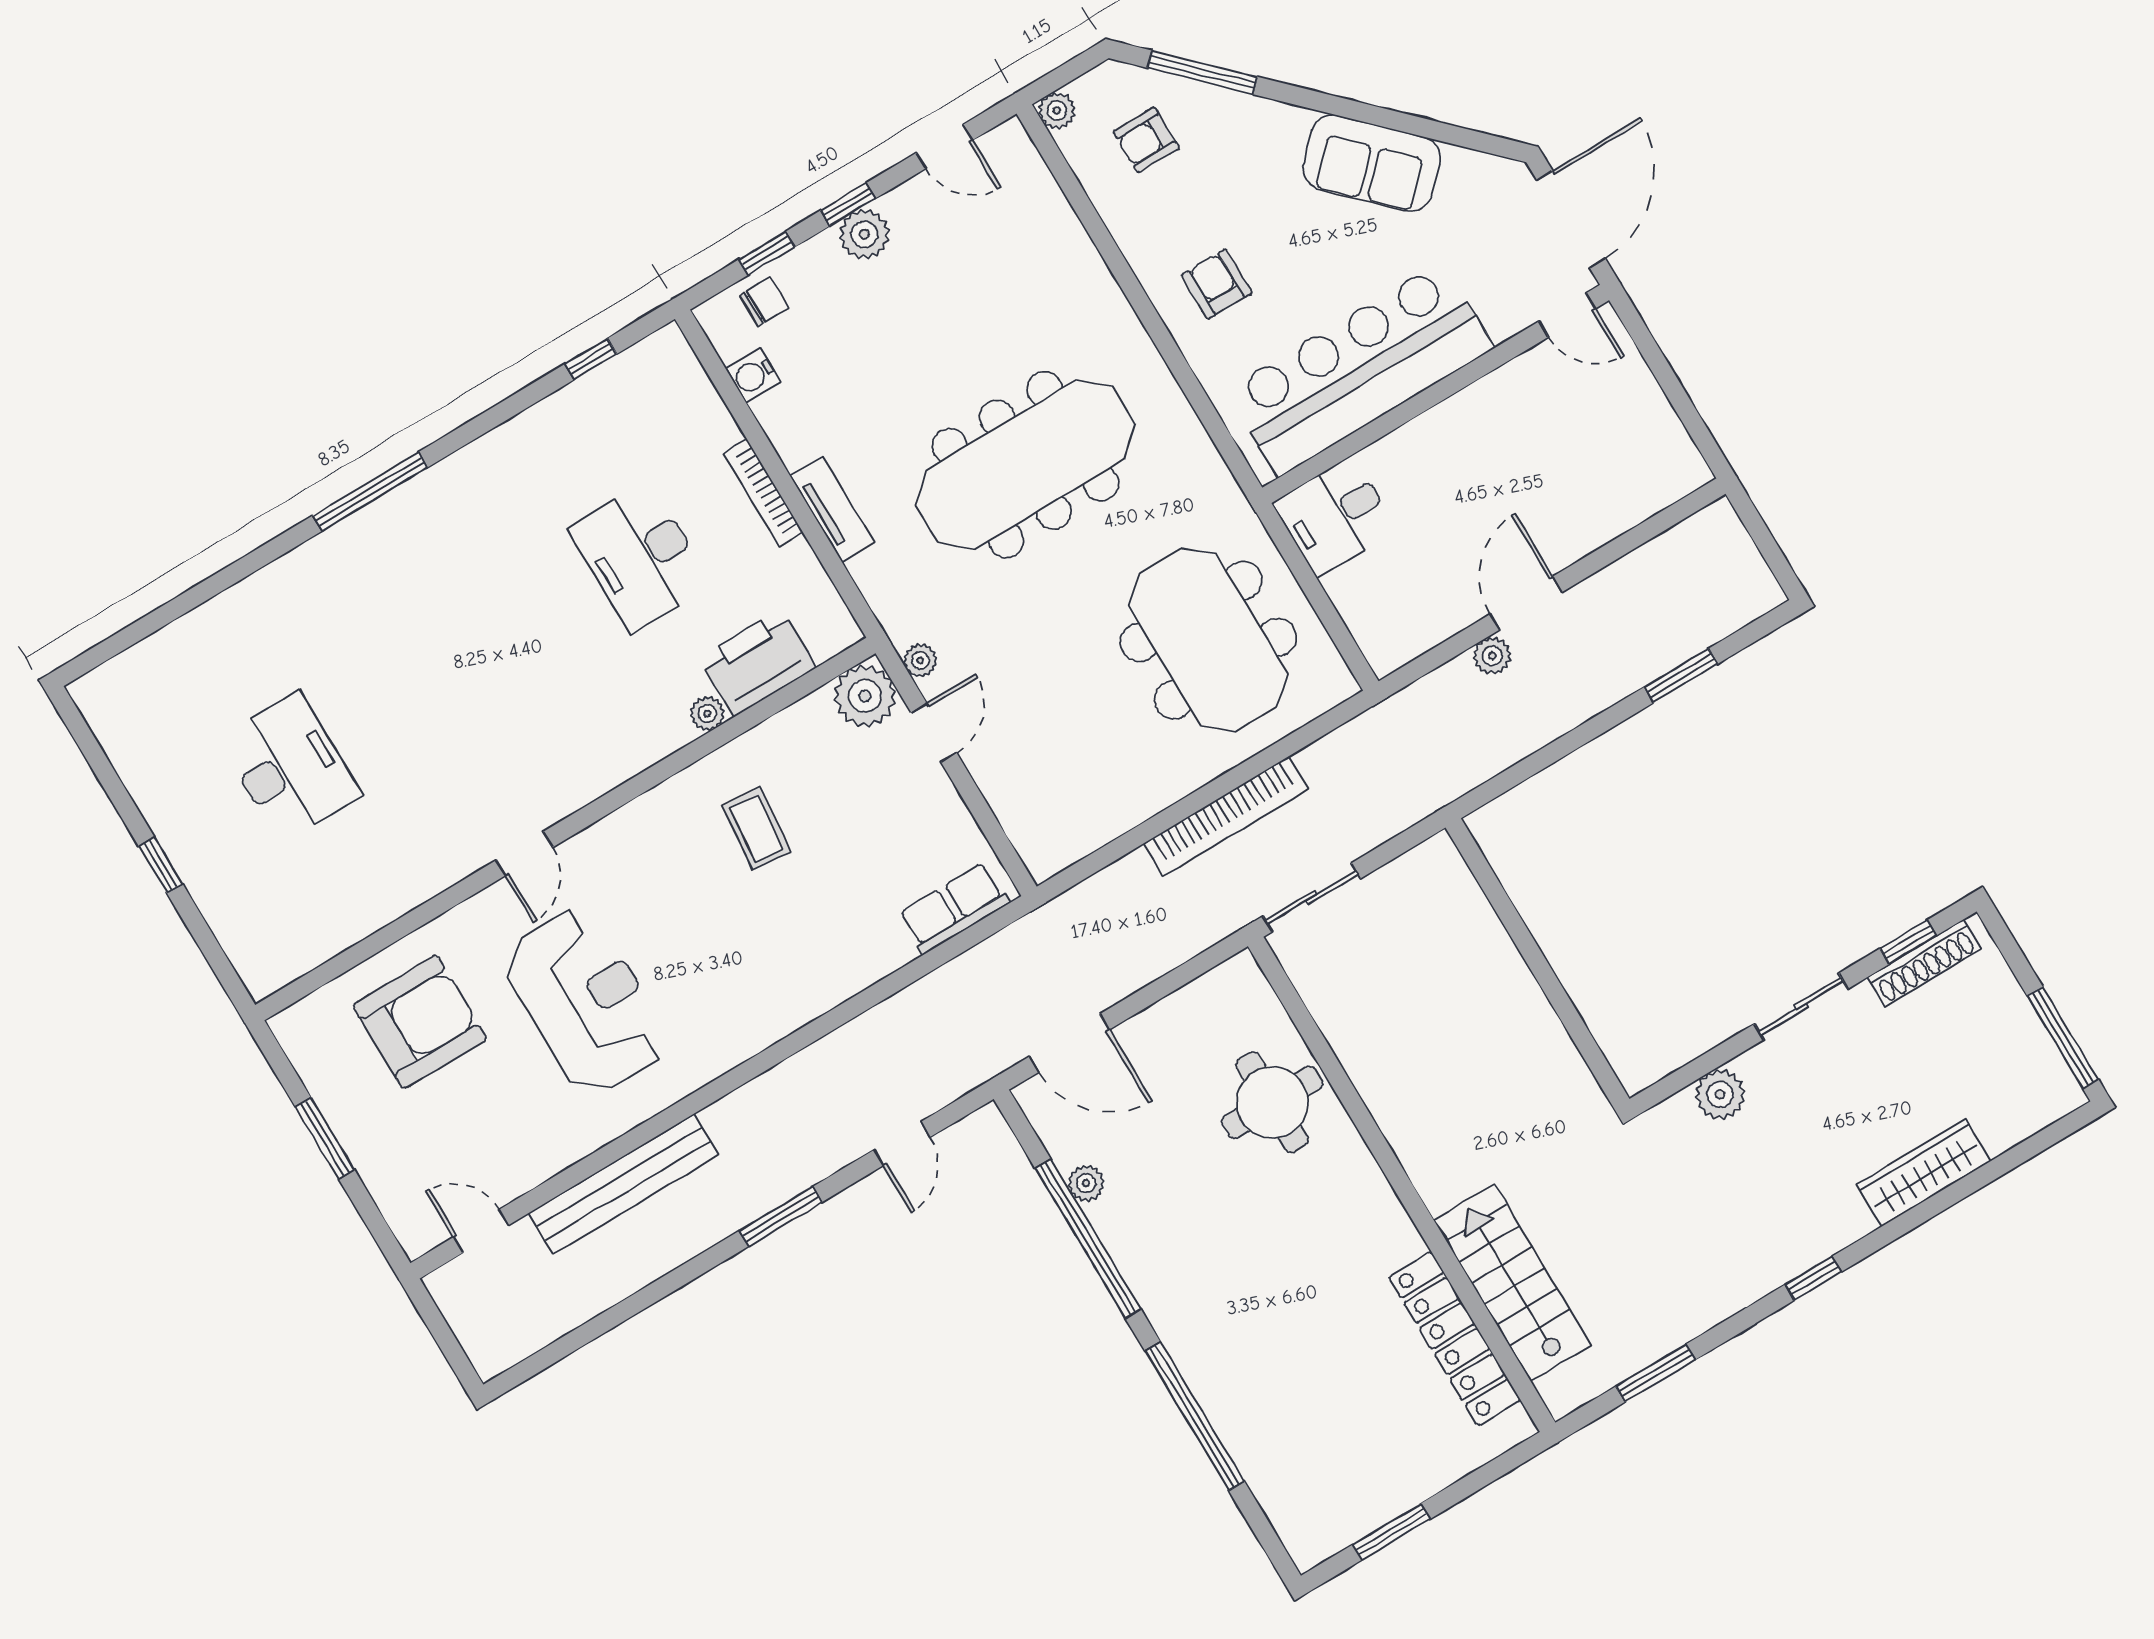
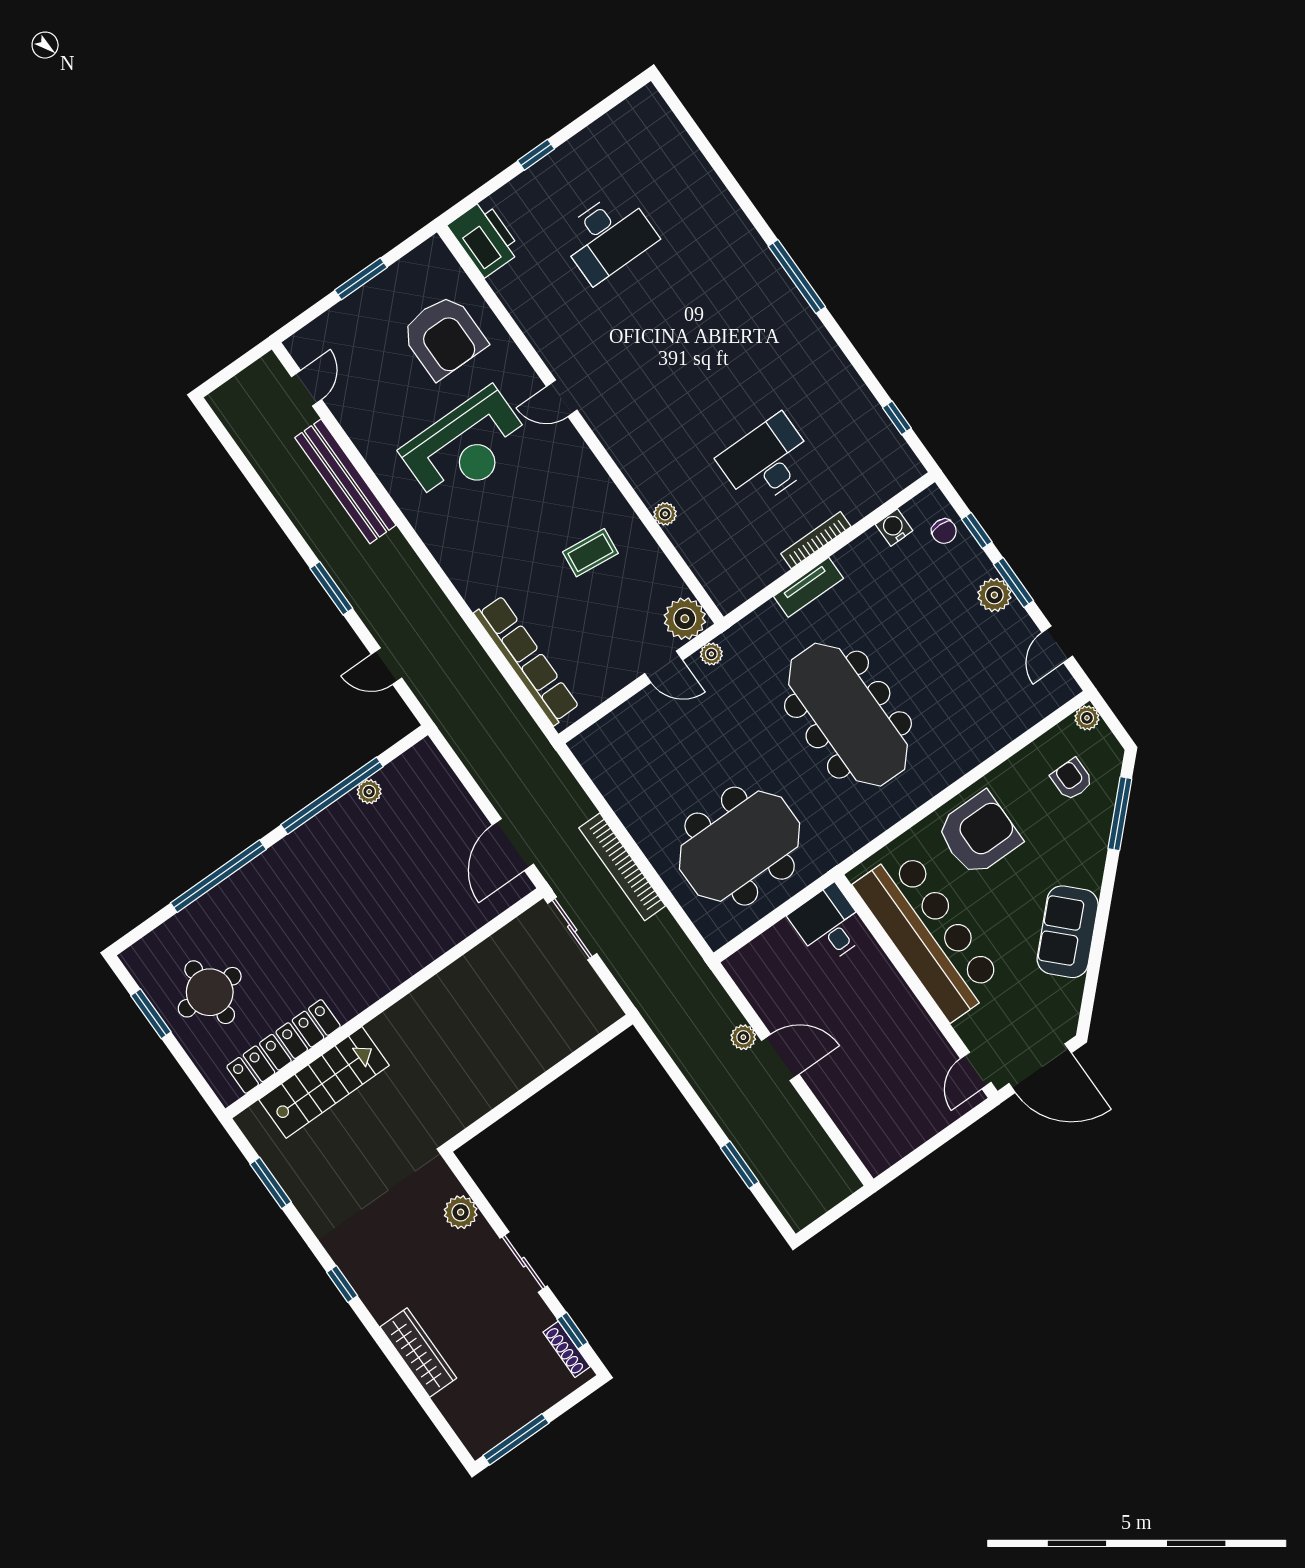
window: (848, 204) -> (1013, 583), width x1.50
armchair: (1217, 284) -> (979, 834), width x1.88, depth x1.88
printer: (757, 663) -> (485, 238), moved
row of seats: (954, 908) -> (527, 660), width x2.02
shoe rack: (1924, 963) -> (567, 1349), width x0.74, depth x0.81
door: (1069, 1043) -> (513, 845), moved
round table: (1272, 1102) -> (210, 992), moved

